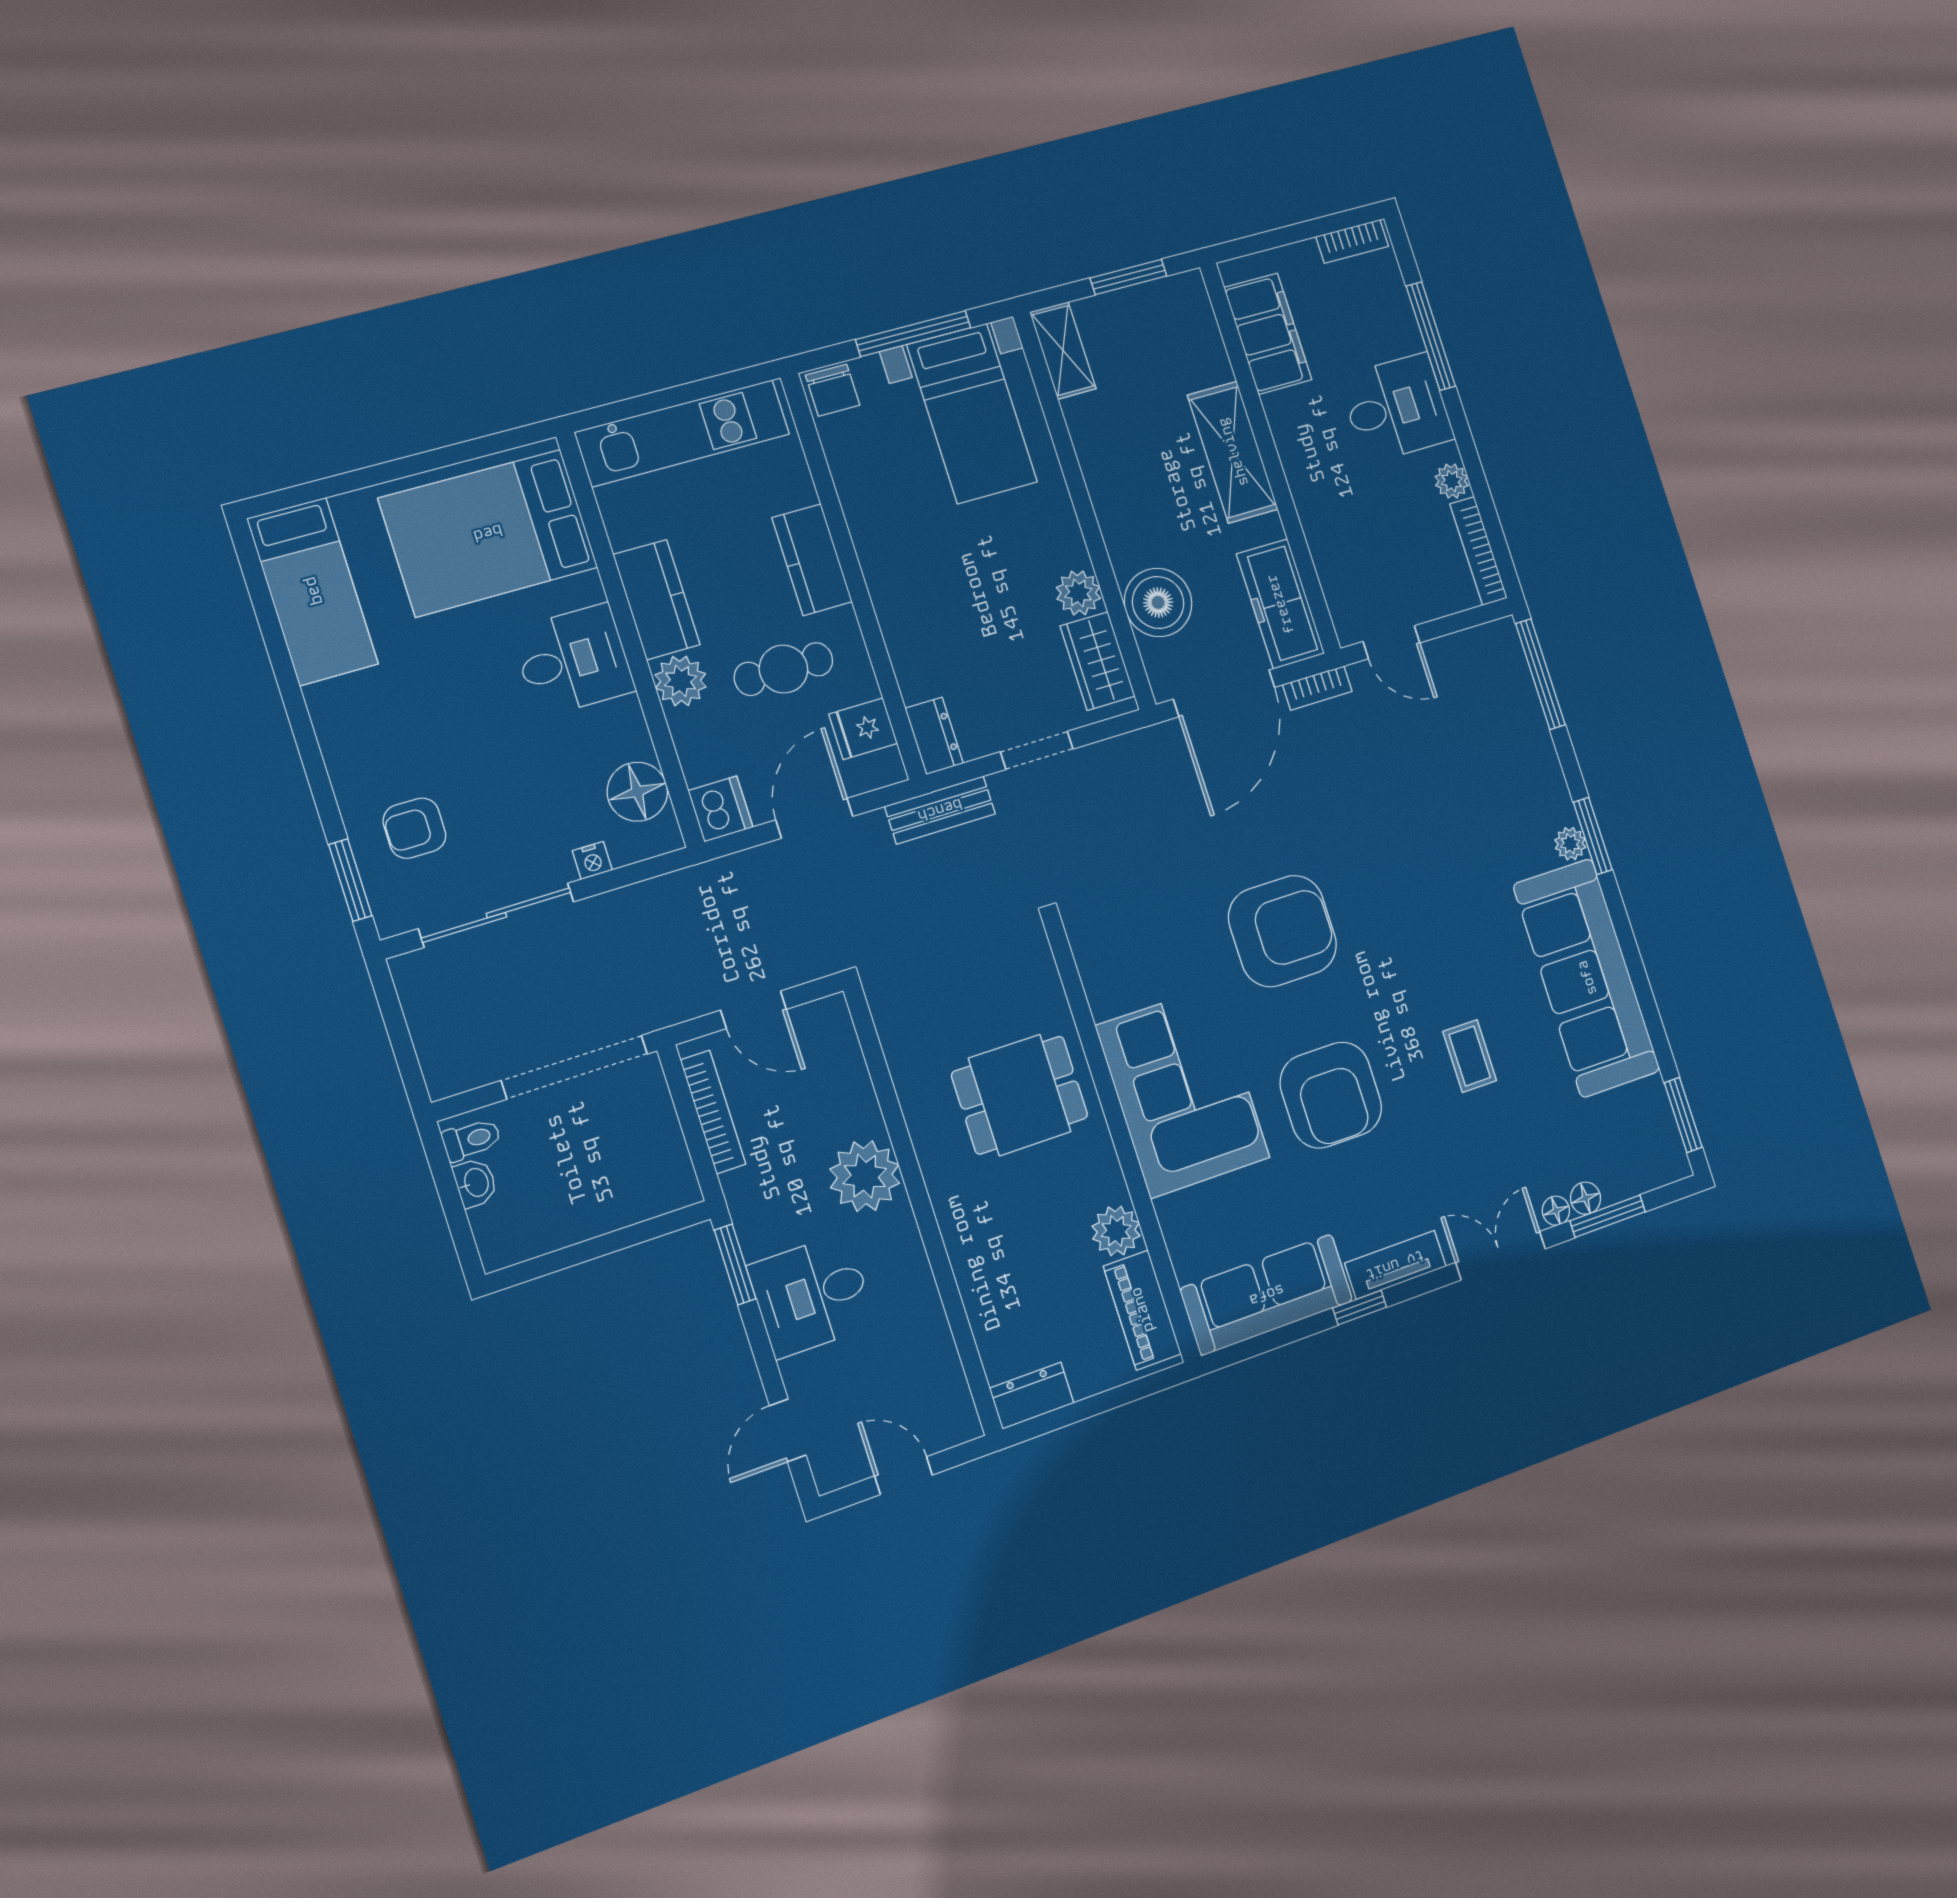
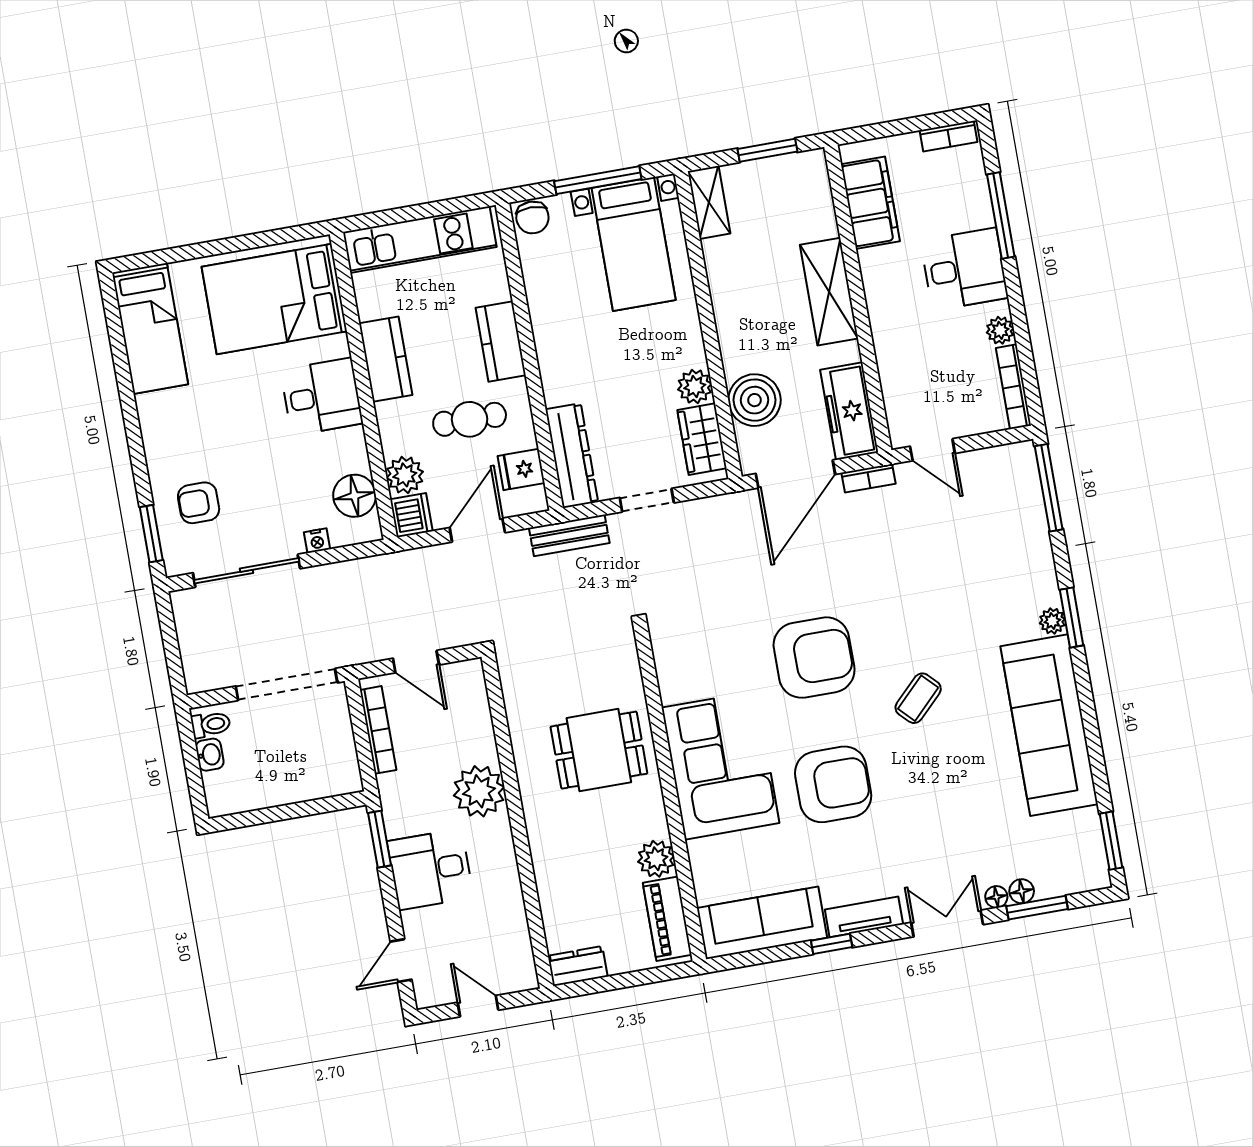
plant: (681, 681) -> (405, 475), moved
dresser: (934, 736) -> (572, 456), width x1.96, depth x1.24
coffee table: (1470, 1056) -> (918, 698), moved, turned 45
armchair: (1331, 1095) -> (833, 784), turned -90

